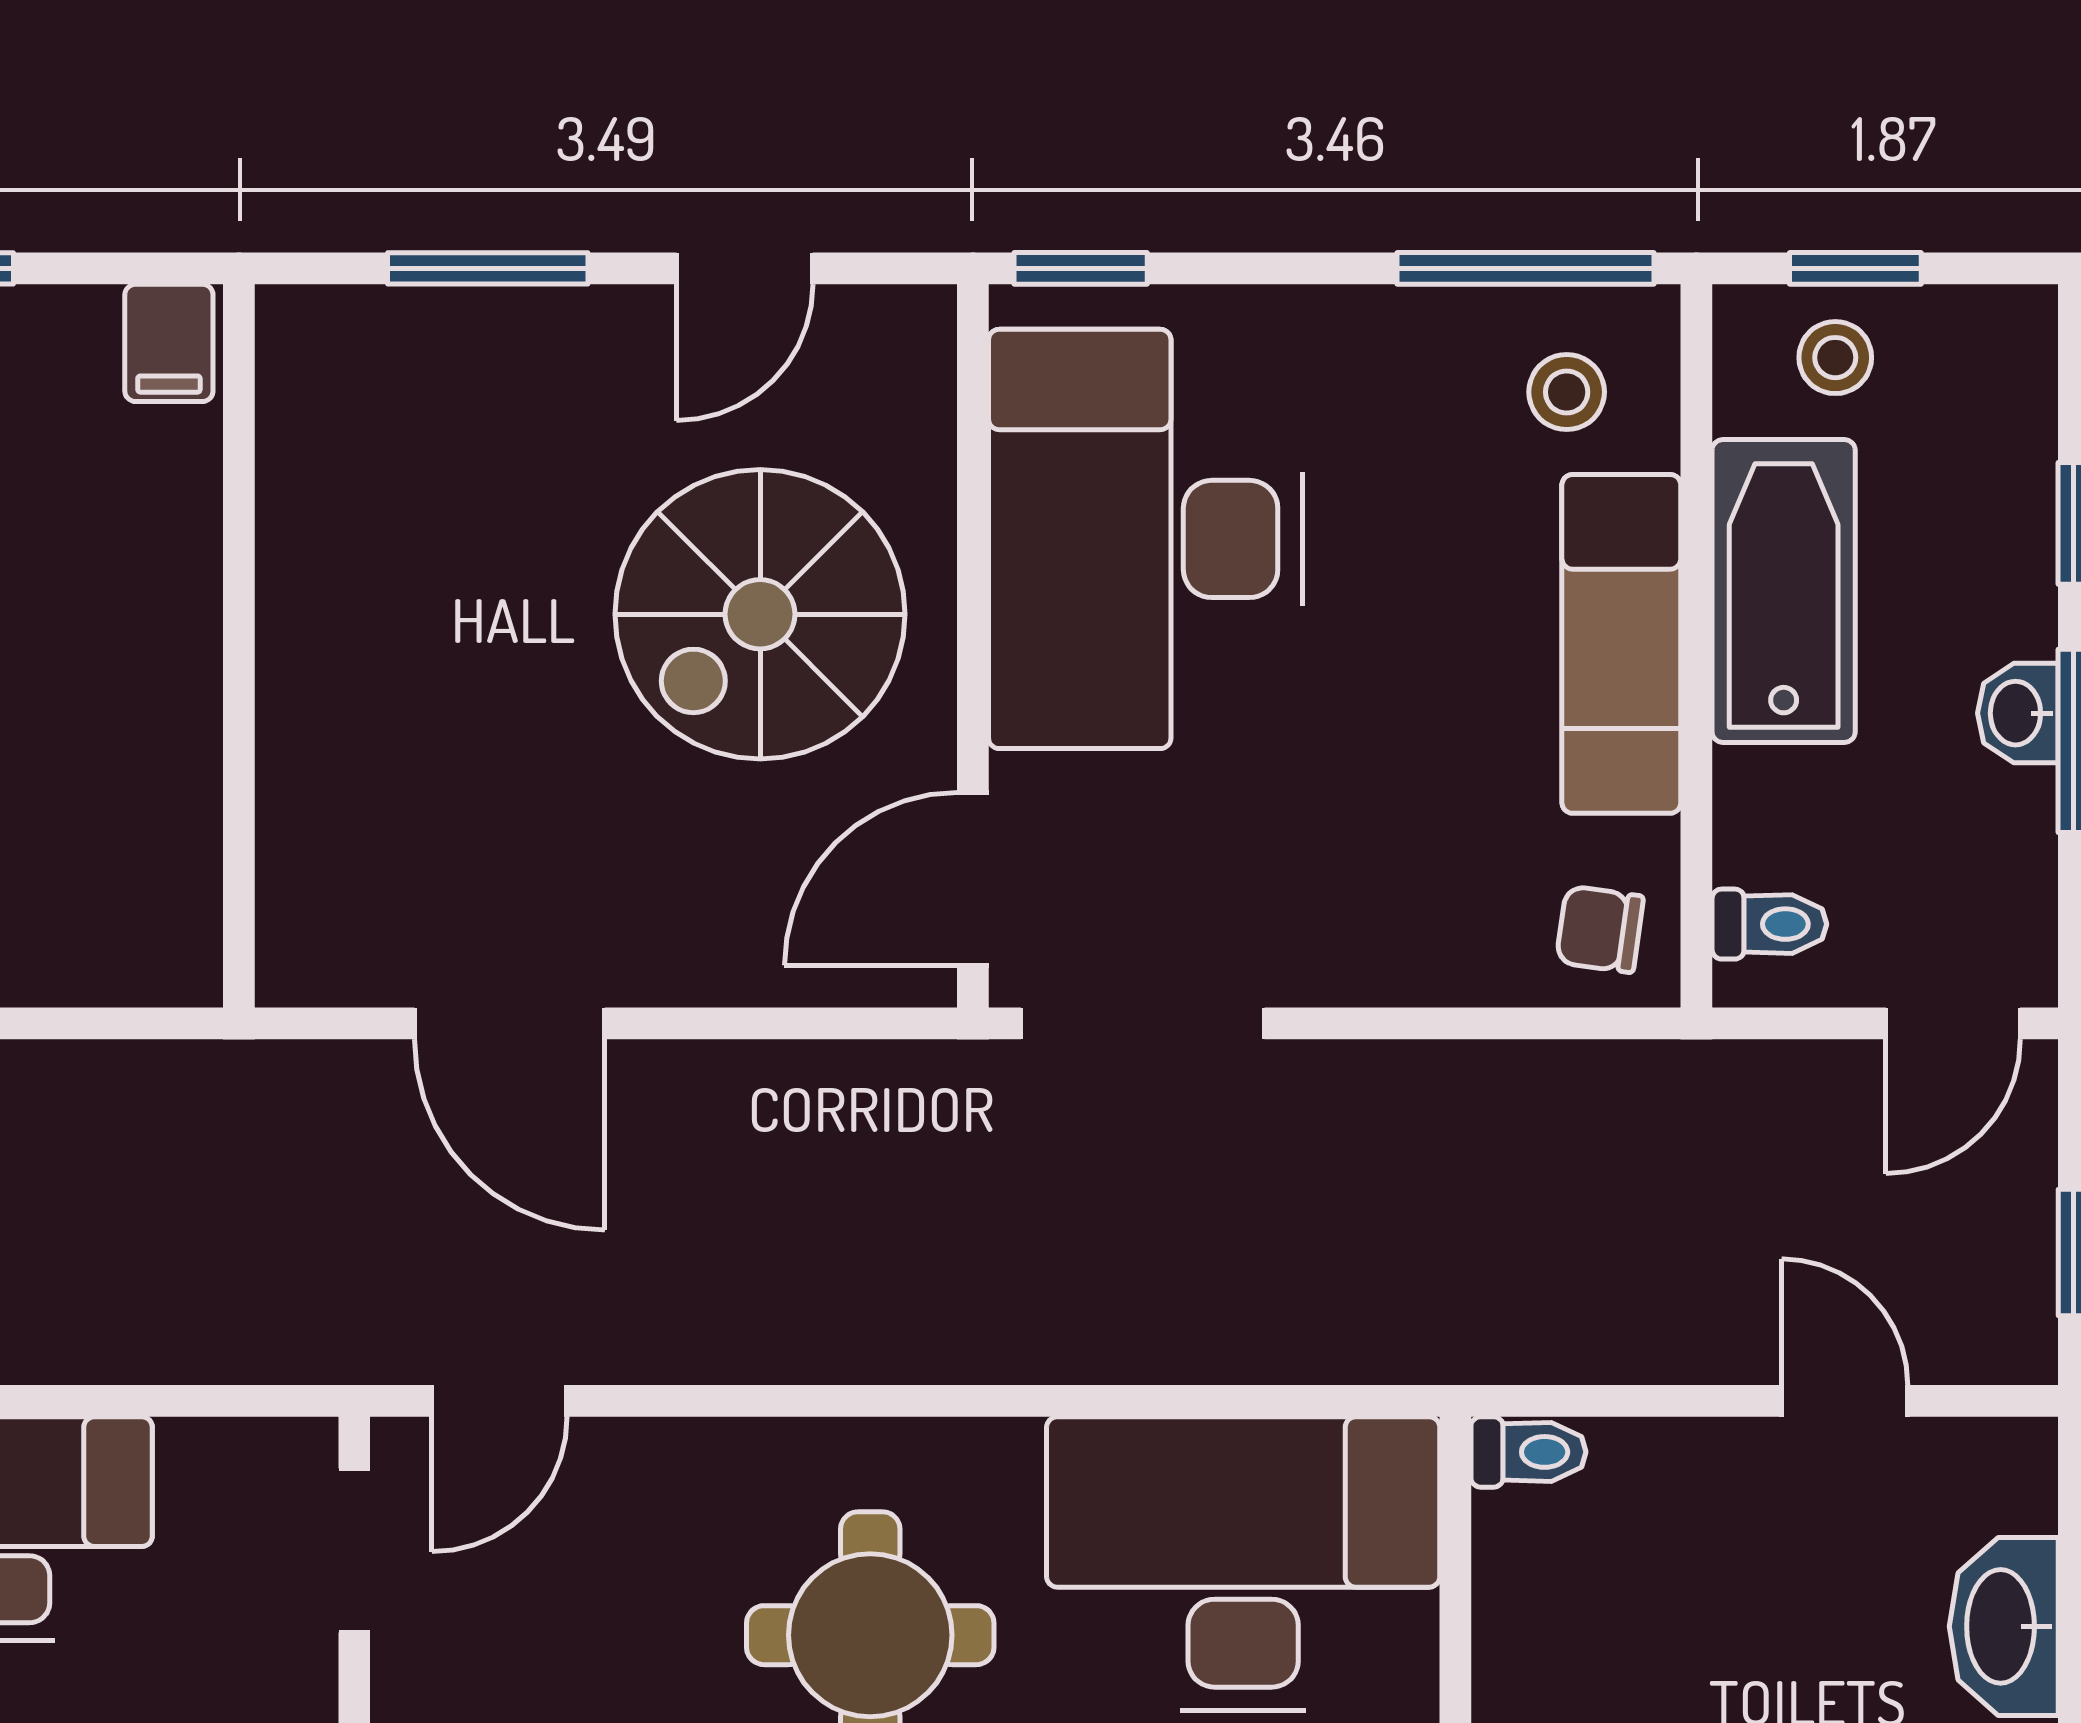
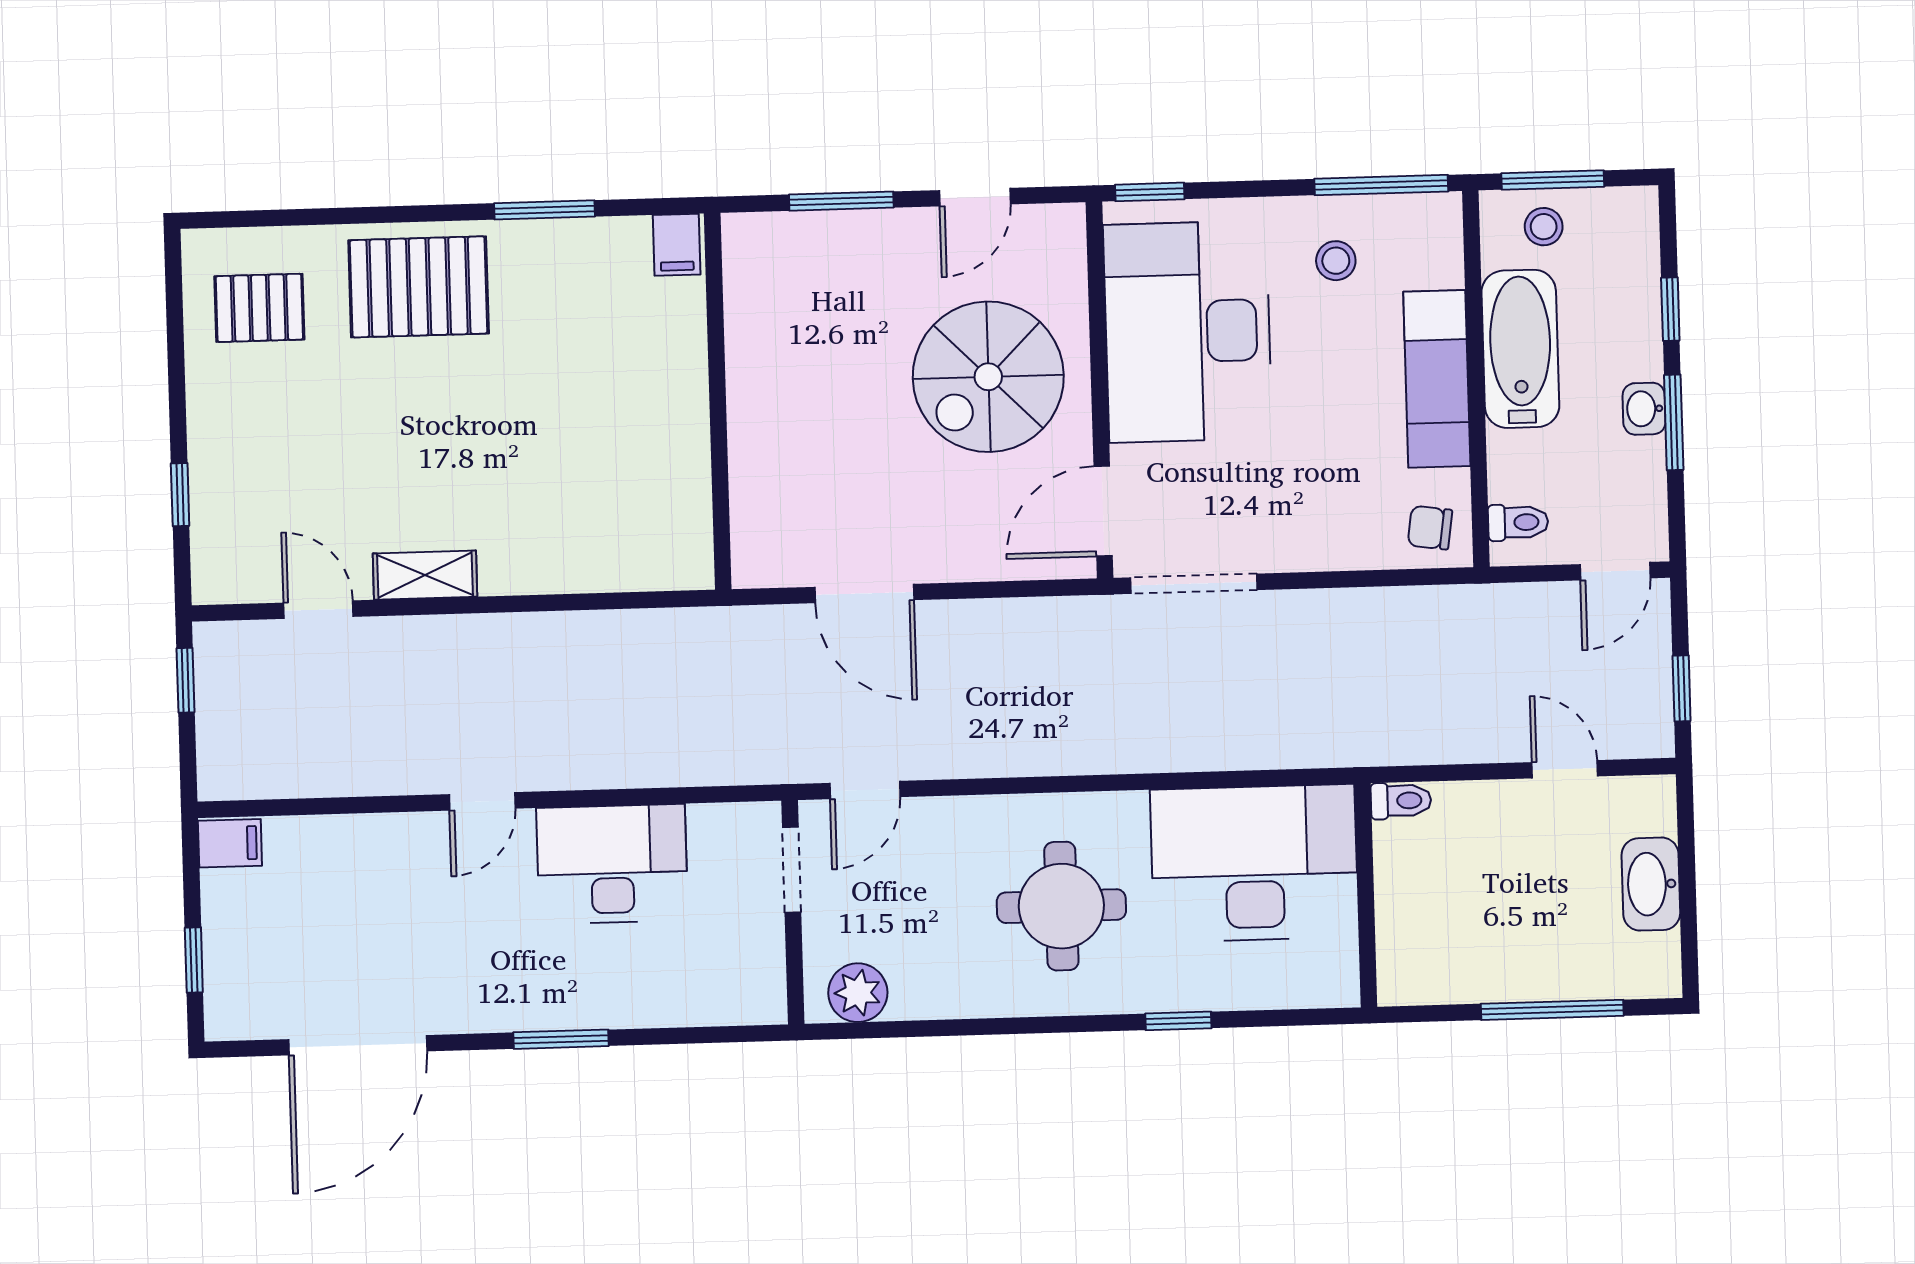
window: (1855, 268) -> (1553, 180), width x1.50
stool: (1567, 392) -> (1336, 261), moved

